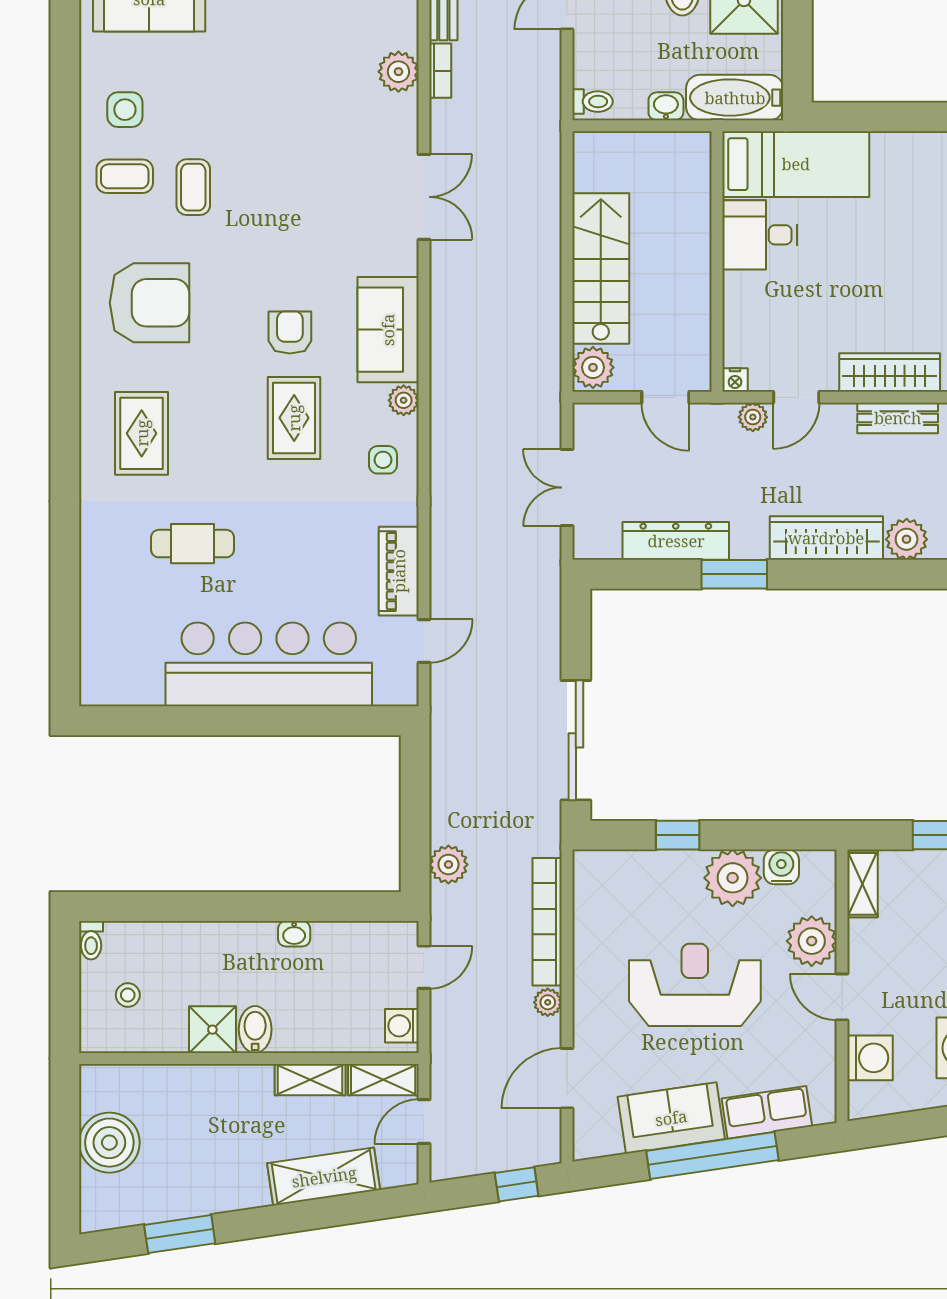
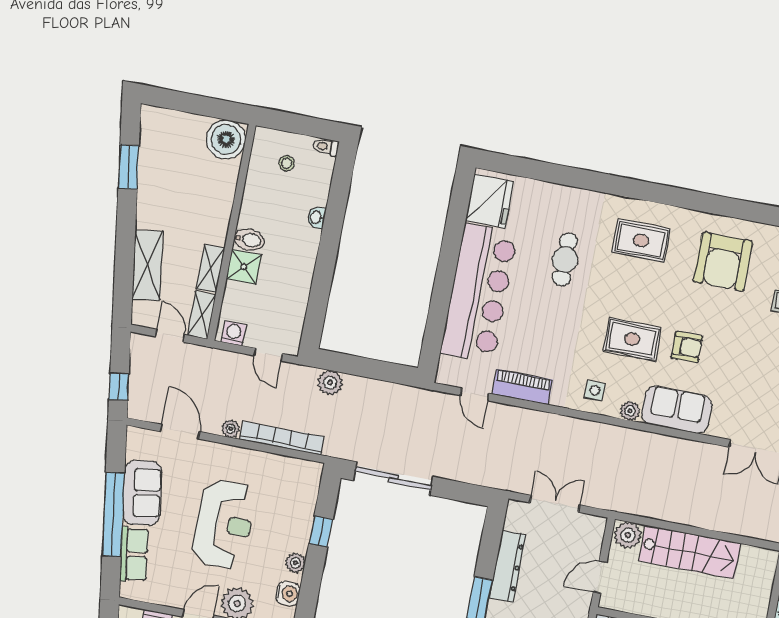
fridge: (126, 675) -> (490, 201), added
plant: (733, 878) -> (295, 563), width x0.53, depth x0.53
washbasin: (294, 934) -> (316, 217), moved
shower: (212, 1030) -> (244, 267), moved
boiler: (109, 1143) -> (226, 139), moved

